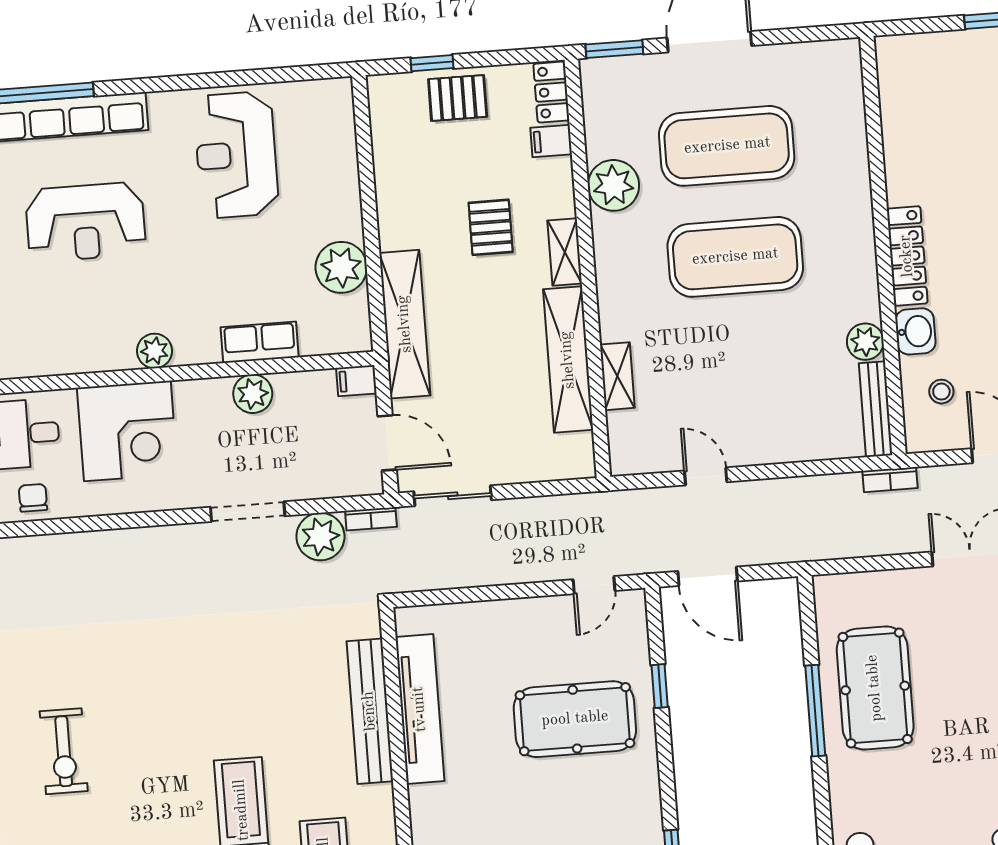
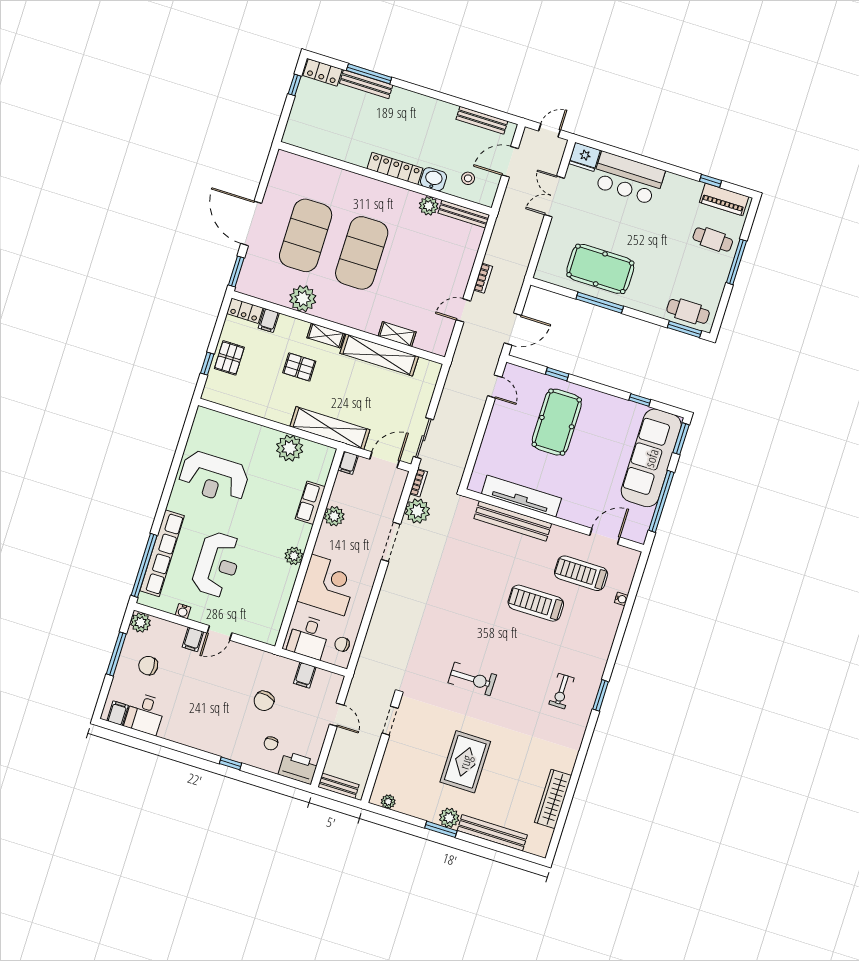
bookcase: (890, 480) -> (483, 278), moved

